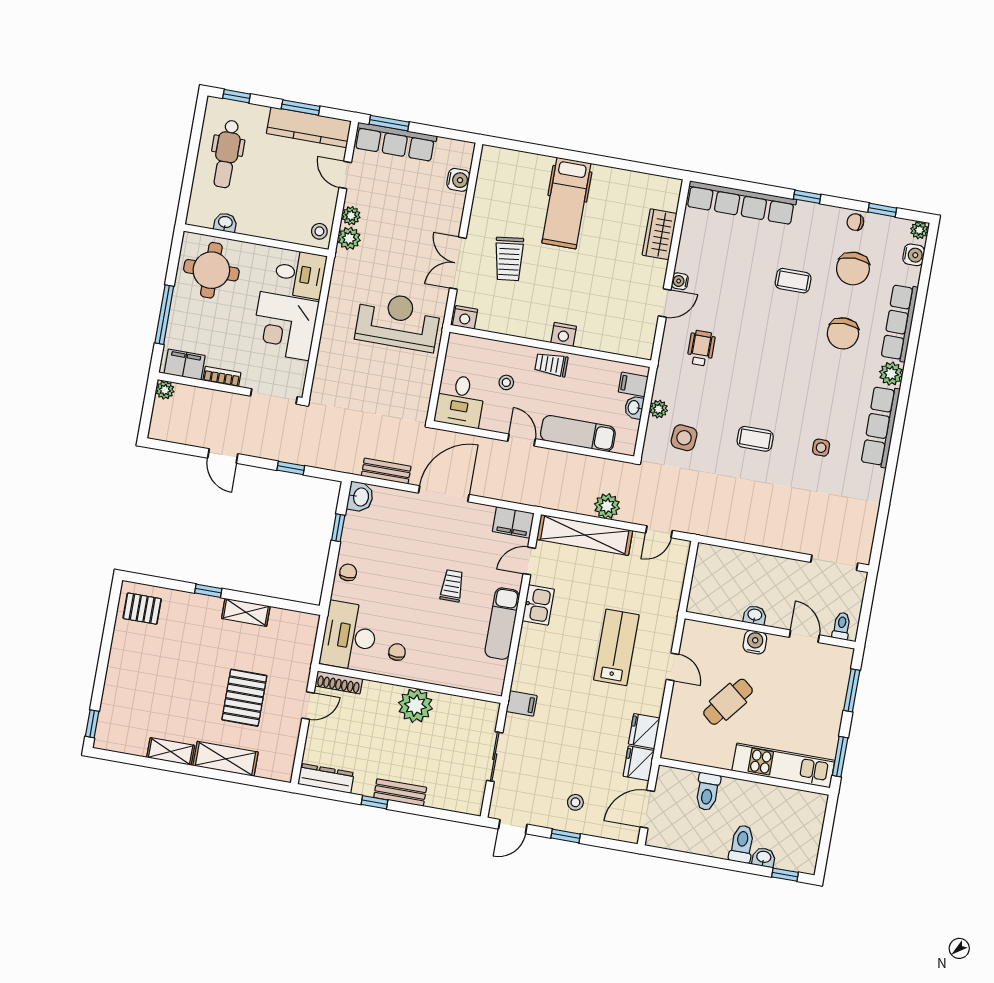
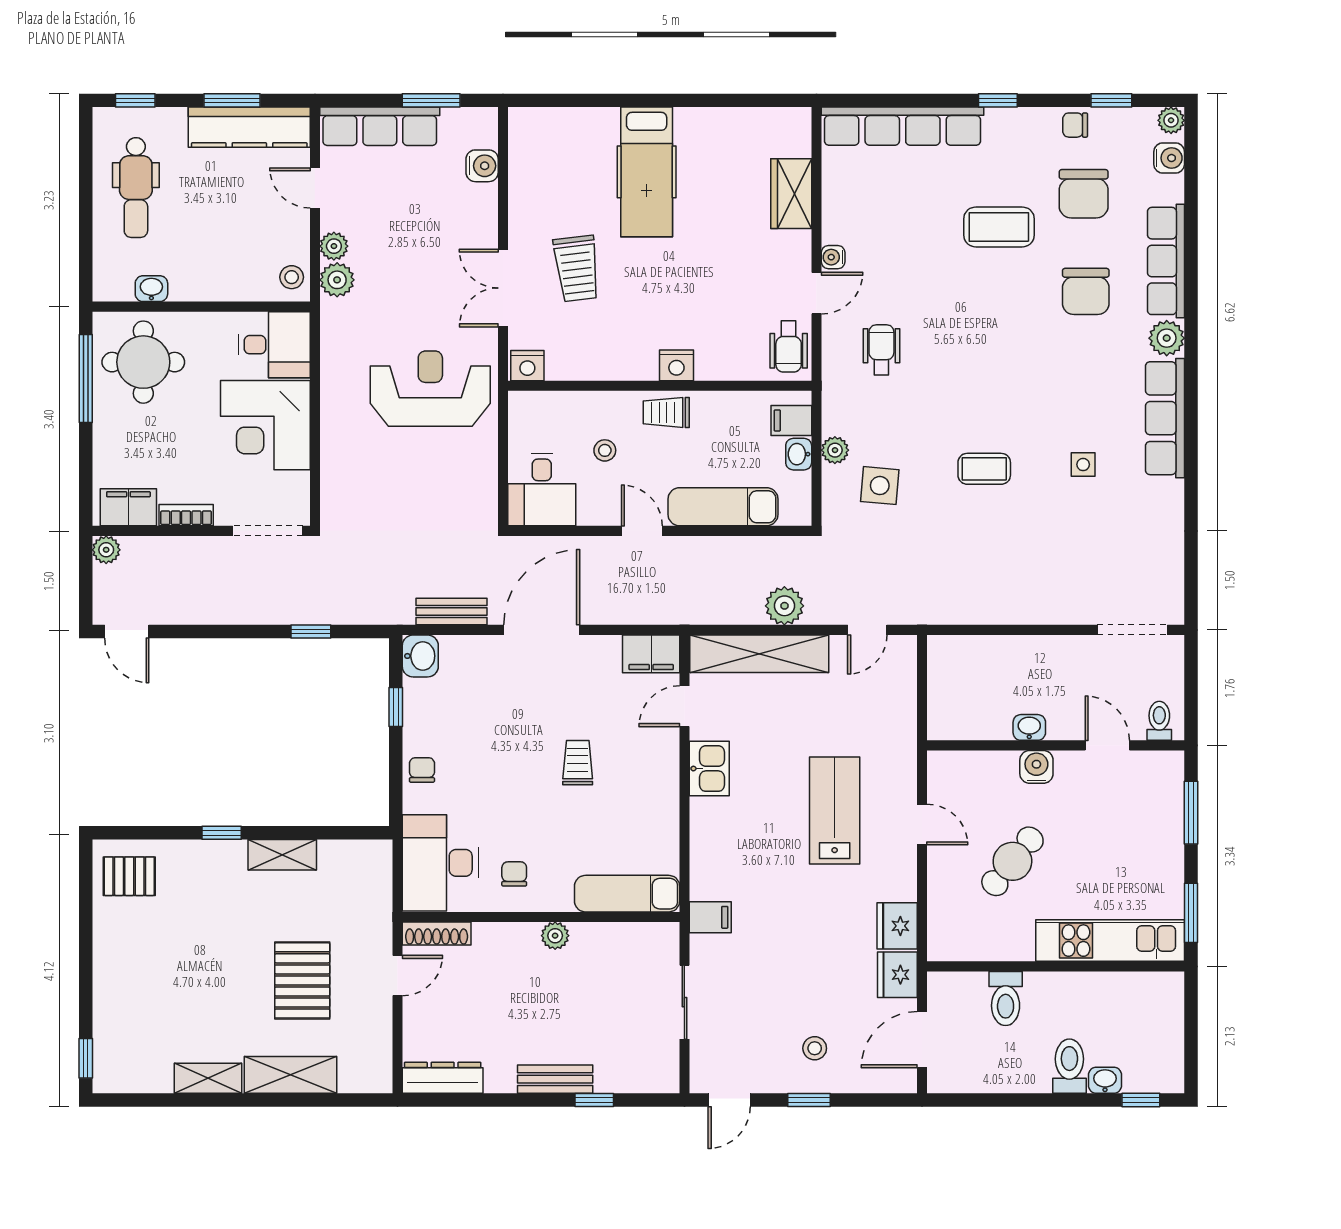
window: (389, 123) -> (431, 100), moved
coffee table: (793, 281) -> (999, 227), width x1.36, depth x1.30
window: (164, 315) -> (86, 379), moved
wheelchair: (640, 335) -> (789, 347), added
door: (223, 456) -> (127, 632), moved
exam couch: (502, 624) -> (627, 894), moved, turned 90
plant: (415, 706) -> (555, 936), width x0.53, depth x0.53
window: (374, 802) -> (594, 1100), moved

